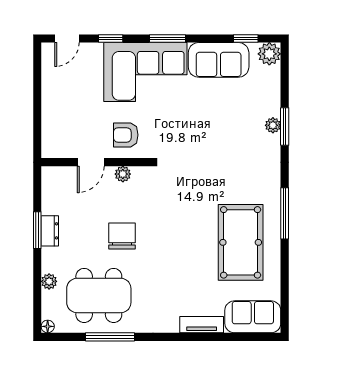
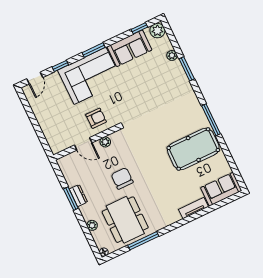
plant: (273, 125) -> (172, 55), moved
armchair: (126, 135) -> (96, 118), turned 180
door: (91, 162) -> (83, 144), hinge flipped
pool table: (241, 242) -> (193, 149), turned 90
dining table: (99, 295) -> (125, 220), turned 90

